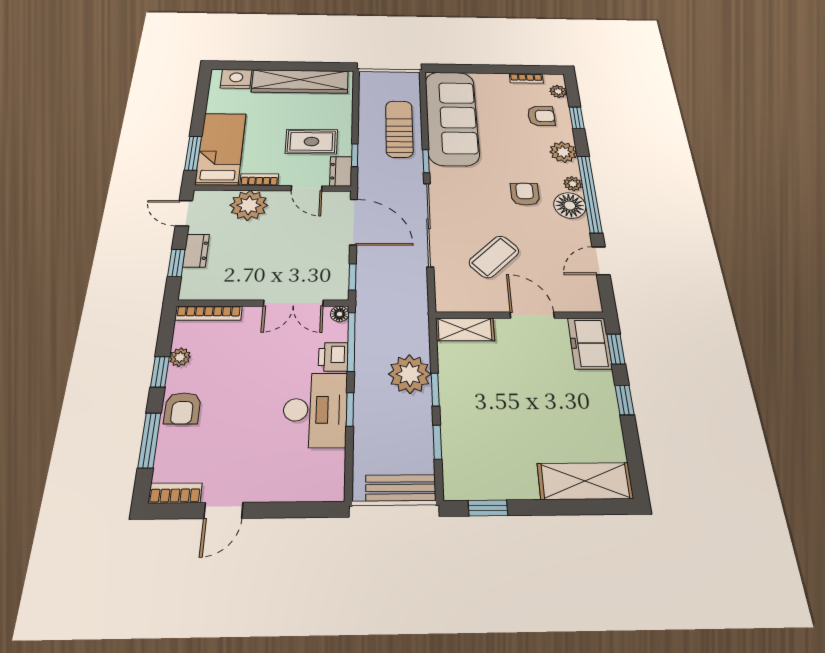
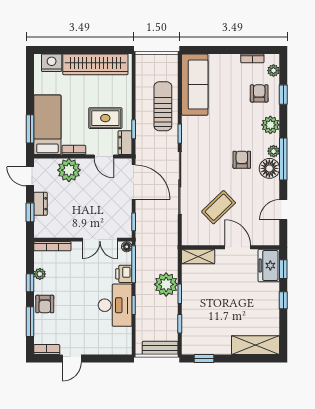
armchair: (541, 116) -> (259, 93), turned -90
sofa: (452, 117) -> (195, 85), width x0.74, depth x0.79
window: (590, 194) -> (283, 159), width x0.68

